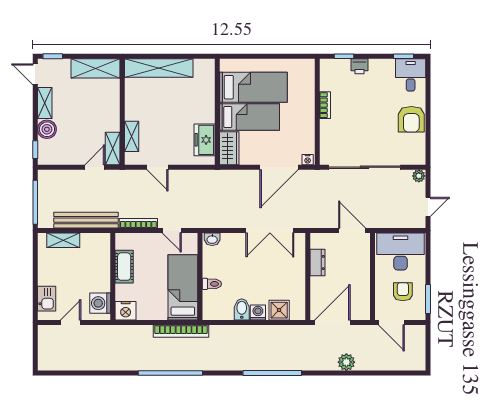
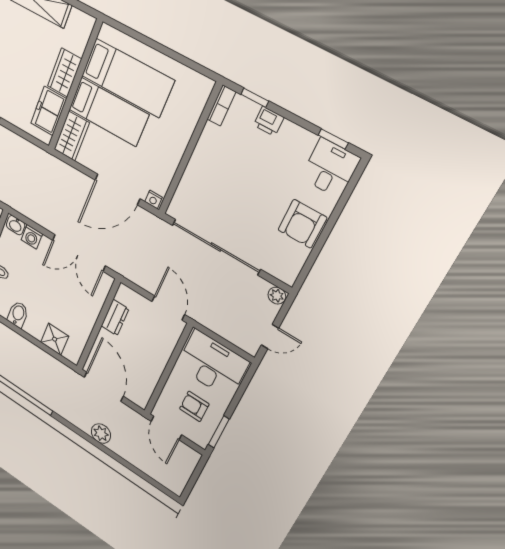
bookcase: (325, 105) -> (221, 106), moved
wardrobe: (206, 107) -> (65, 73), added
armchair: (403, 292) -> (194, 406), turned -90
washing machine: (258, 312) -> (32, 237), moved, turned 180
door: (332, 322) -> (104, 387), hinge flipped

